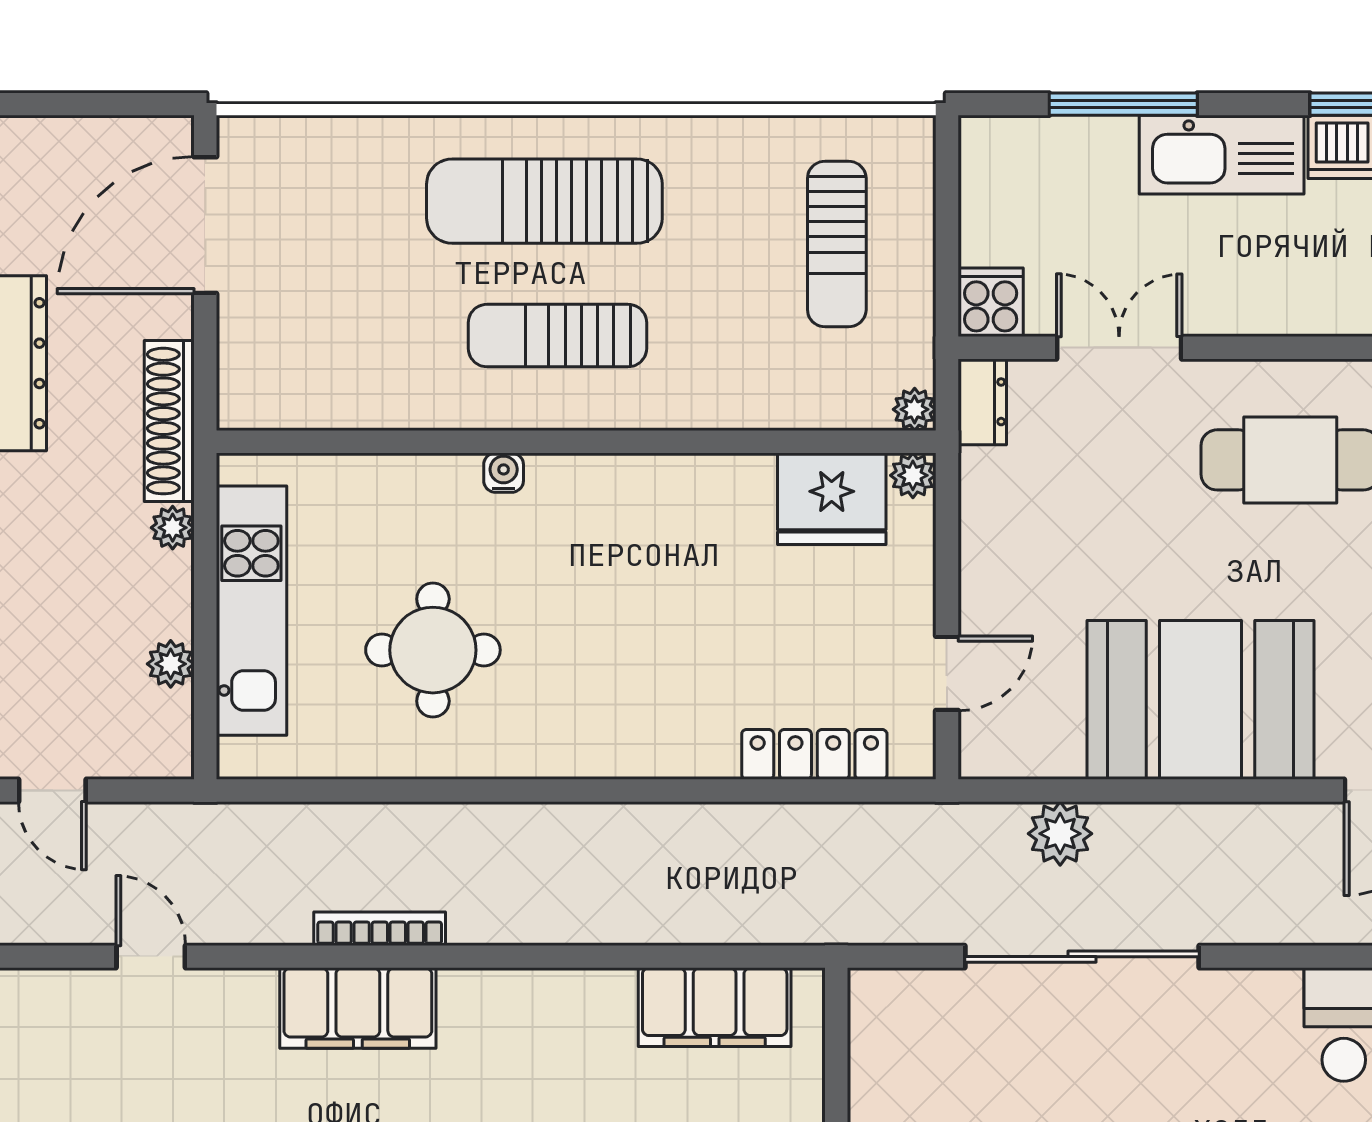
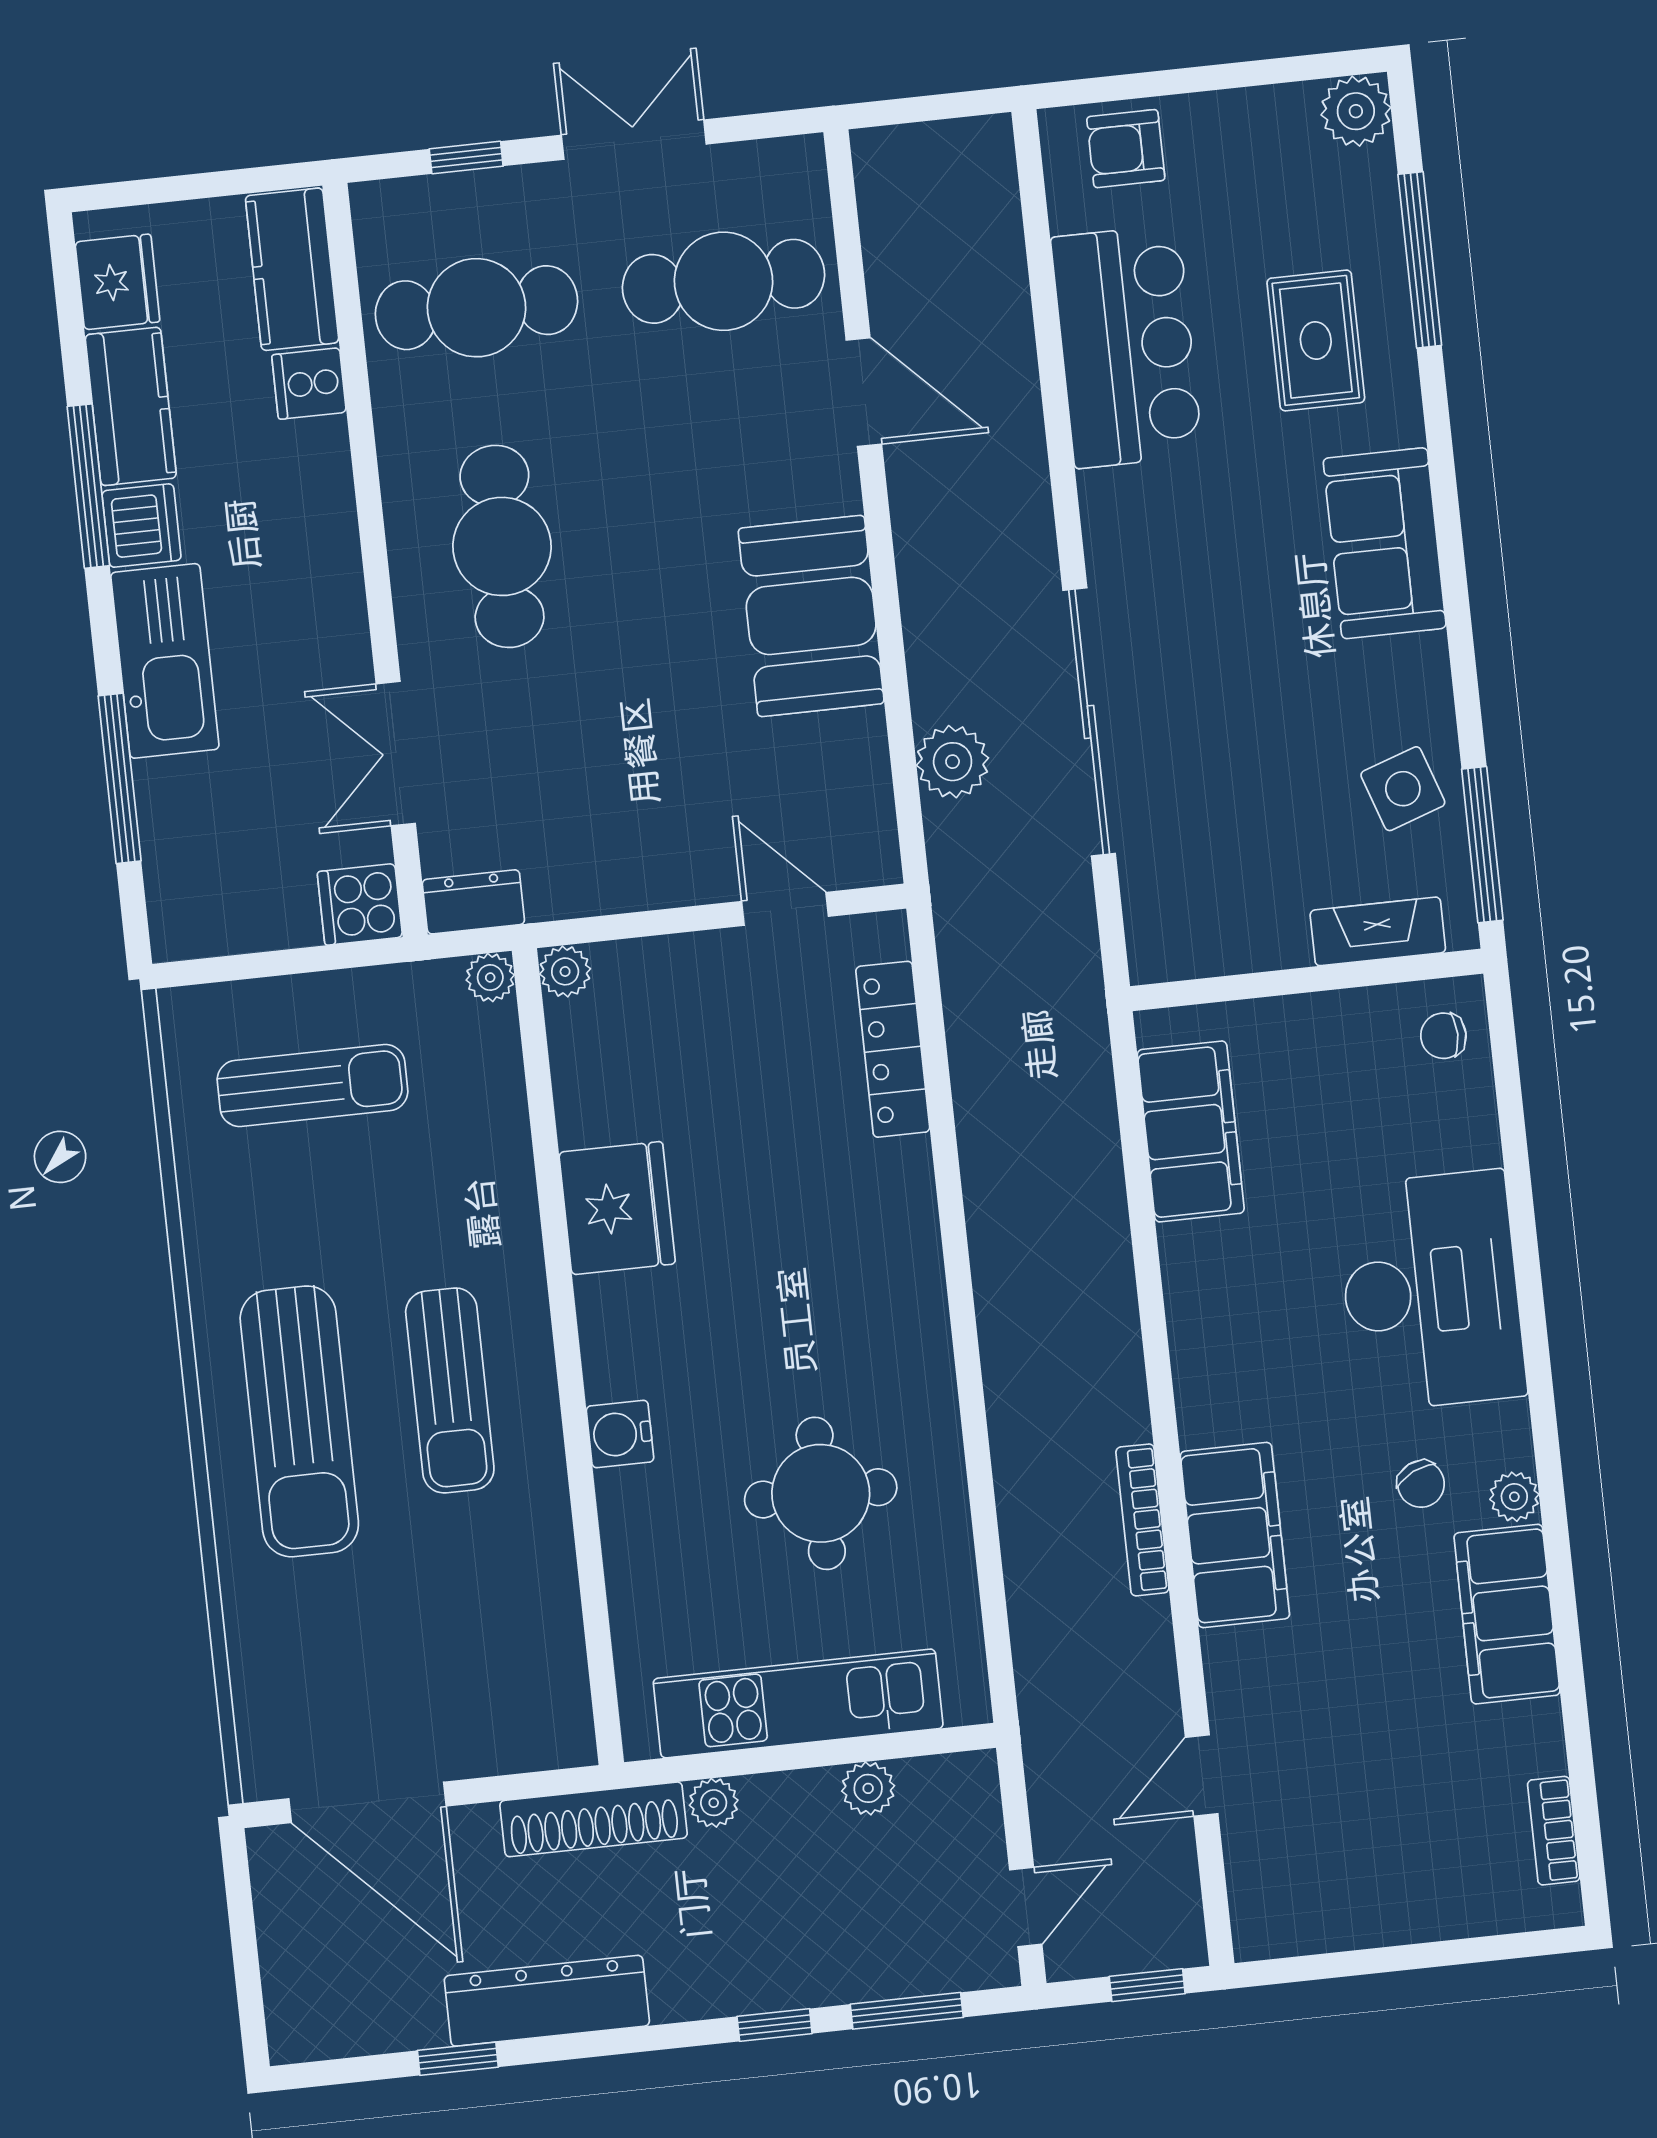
water cooler: (504, 473) -> (620, 1434), width x1.38, depth x1.38
fridge: (832, 499) -> (617, 1208), moved
booth: (1201, 700) -> (811, 616), width x0.73, depth x0.70

